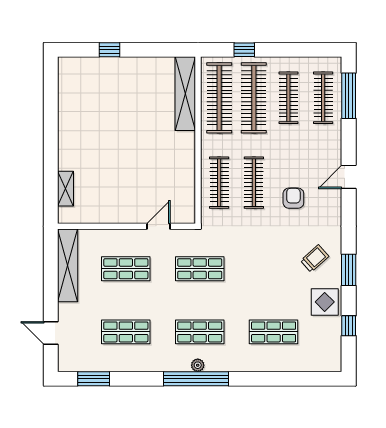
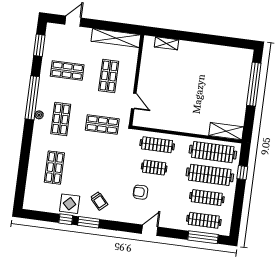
window: (109, 50) -> (254, 84), width x3.17
shelving: (185, 94) -> (226, 131), width x0.68
door: (349, 177) -> (150, 230), hinge flipped
clothes rail: (254, 183) -> (154, 167), width x0.73
armchair: (293, 198) -> (141, 192), turned 180
shop shelf: (200, 269) -> (102, 125), turned 90
window: (349, 326) -> (66, 219), moved
shop shelf: (126, 332) -> (67, 71), turned 90
window: (196, 379) -> (32, 98), moved

